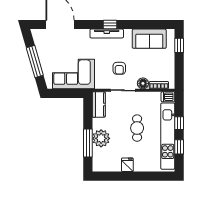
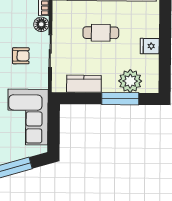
kitchen counter: (99, 104) -> (84, 84), moved
plant: (101, 138) -> (130, 81), moved

